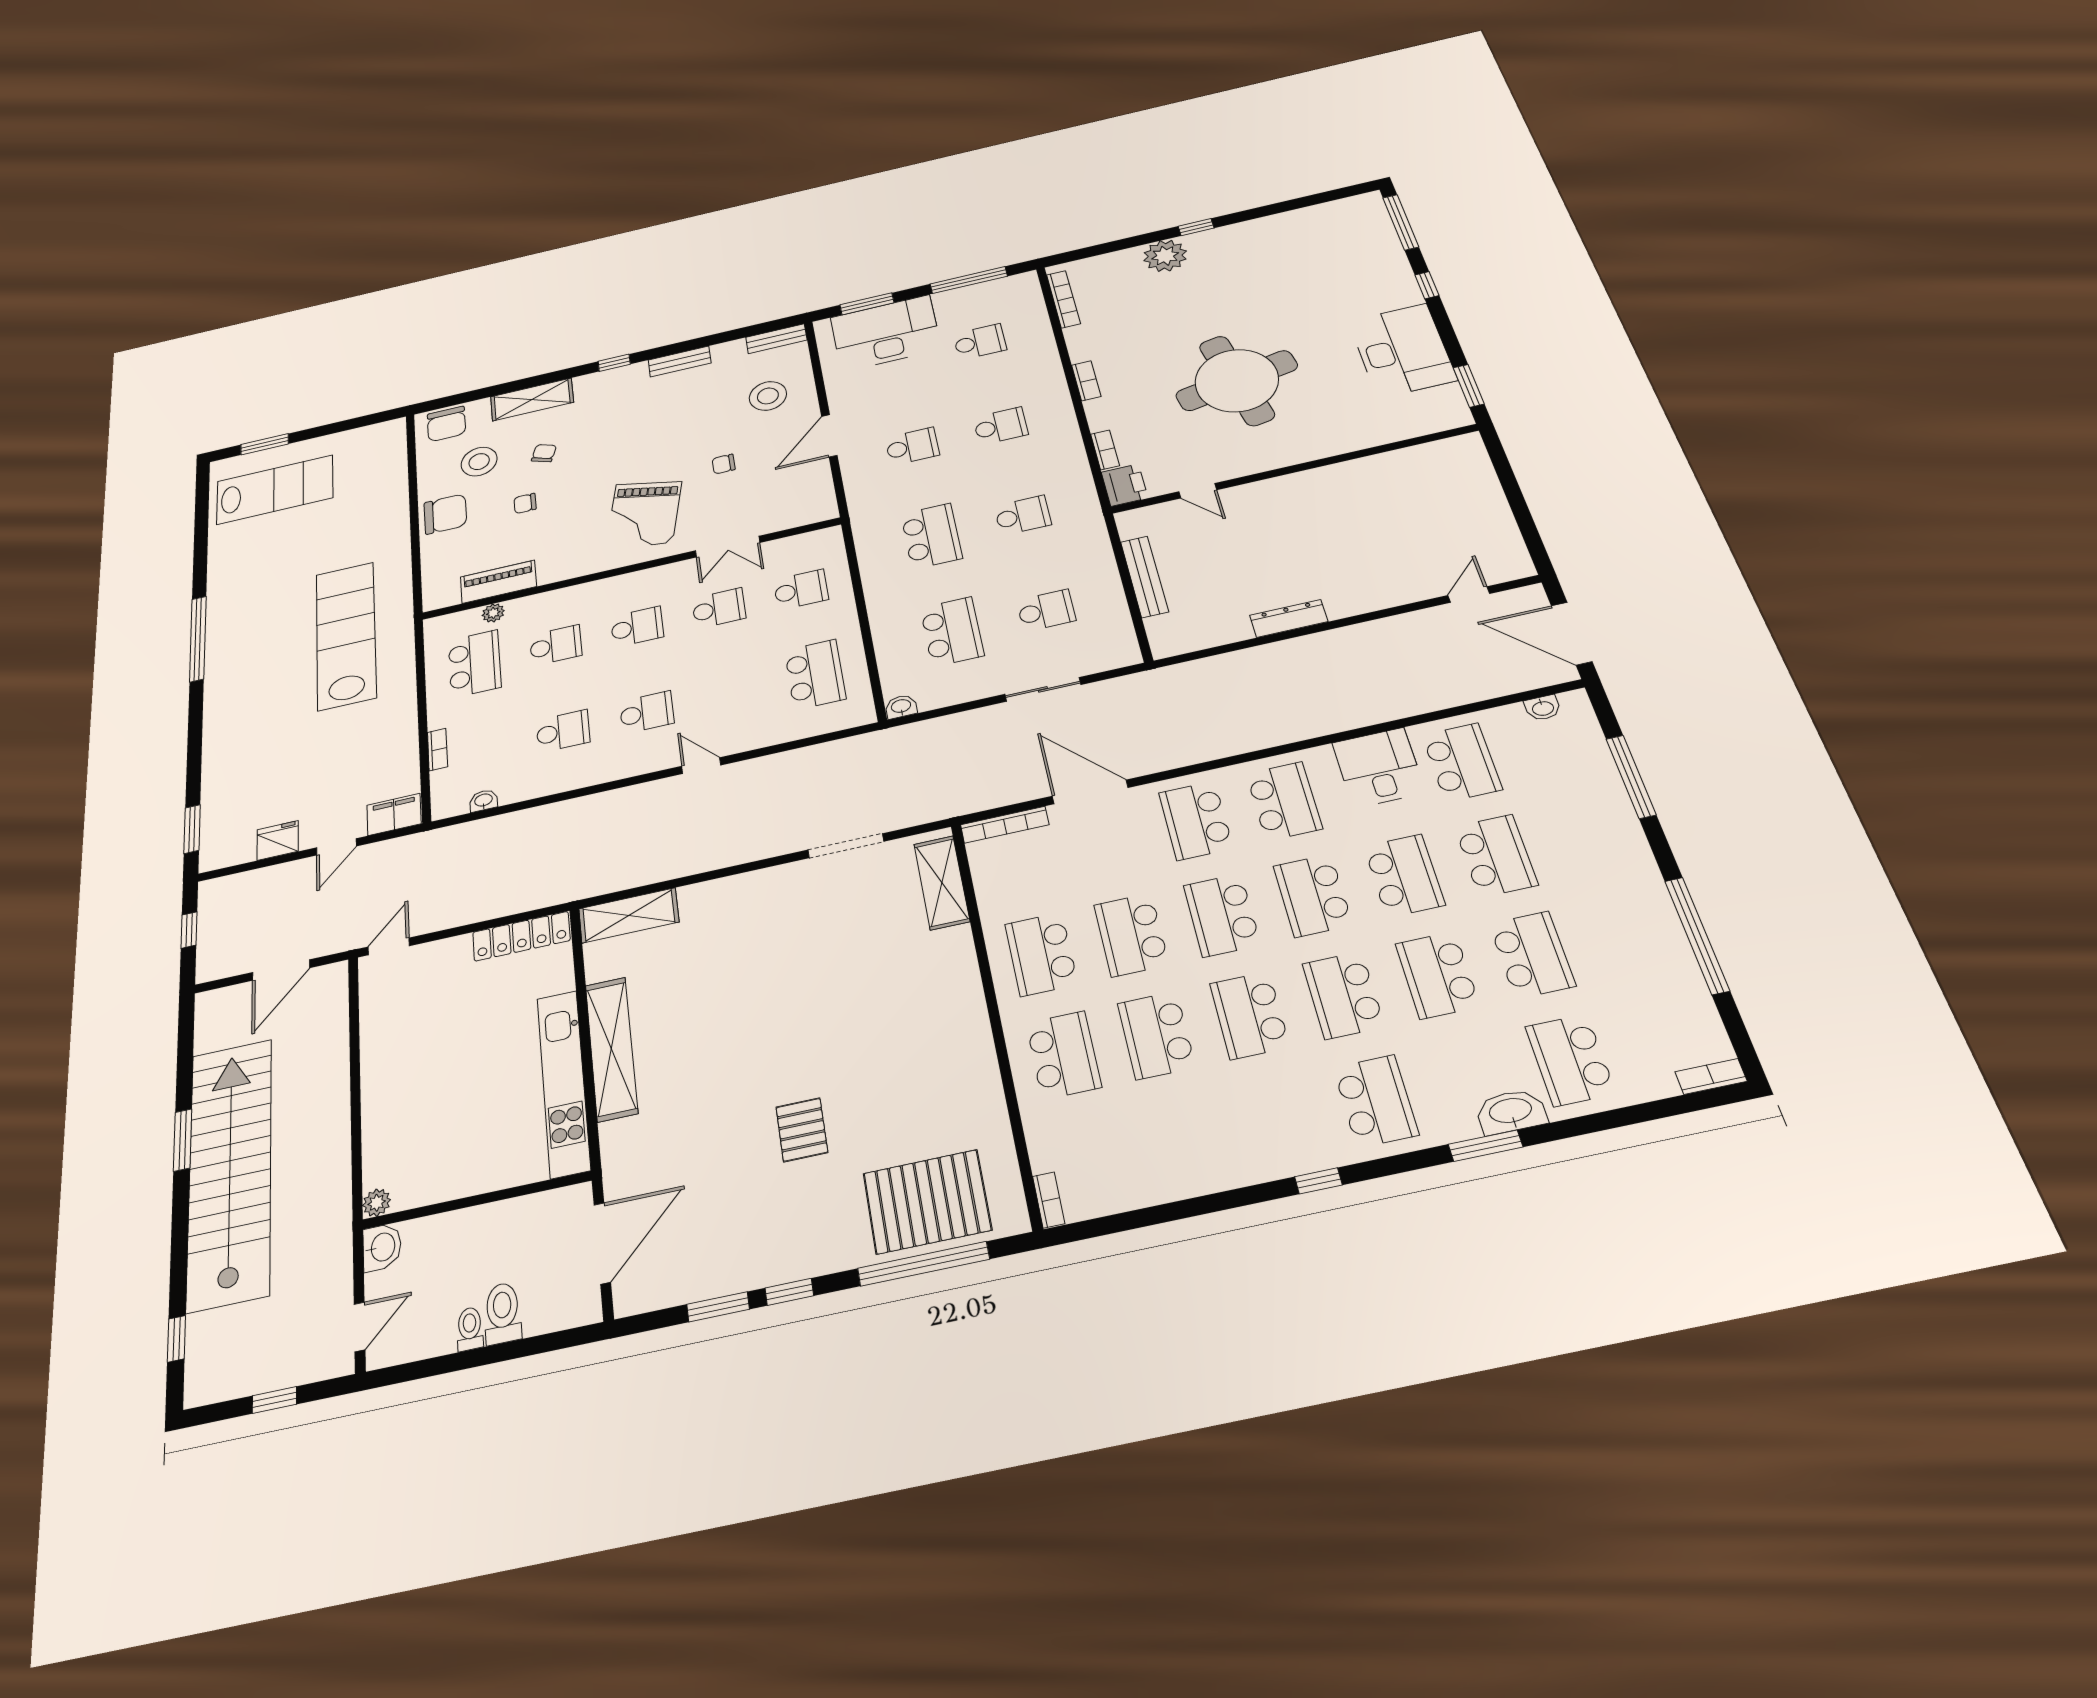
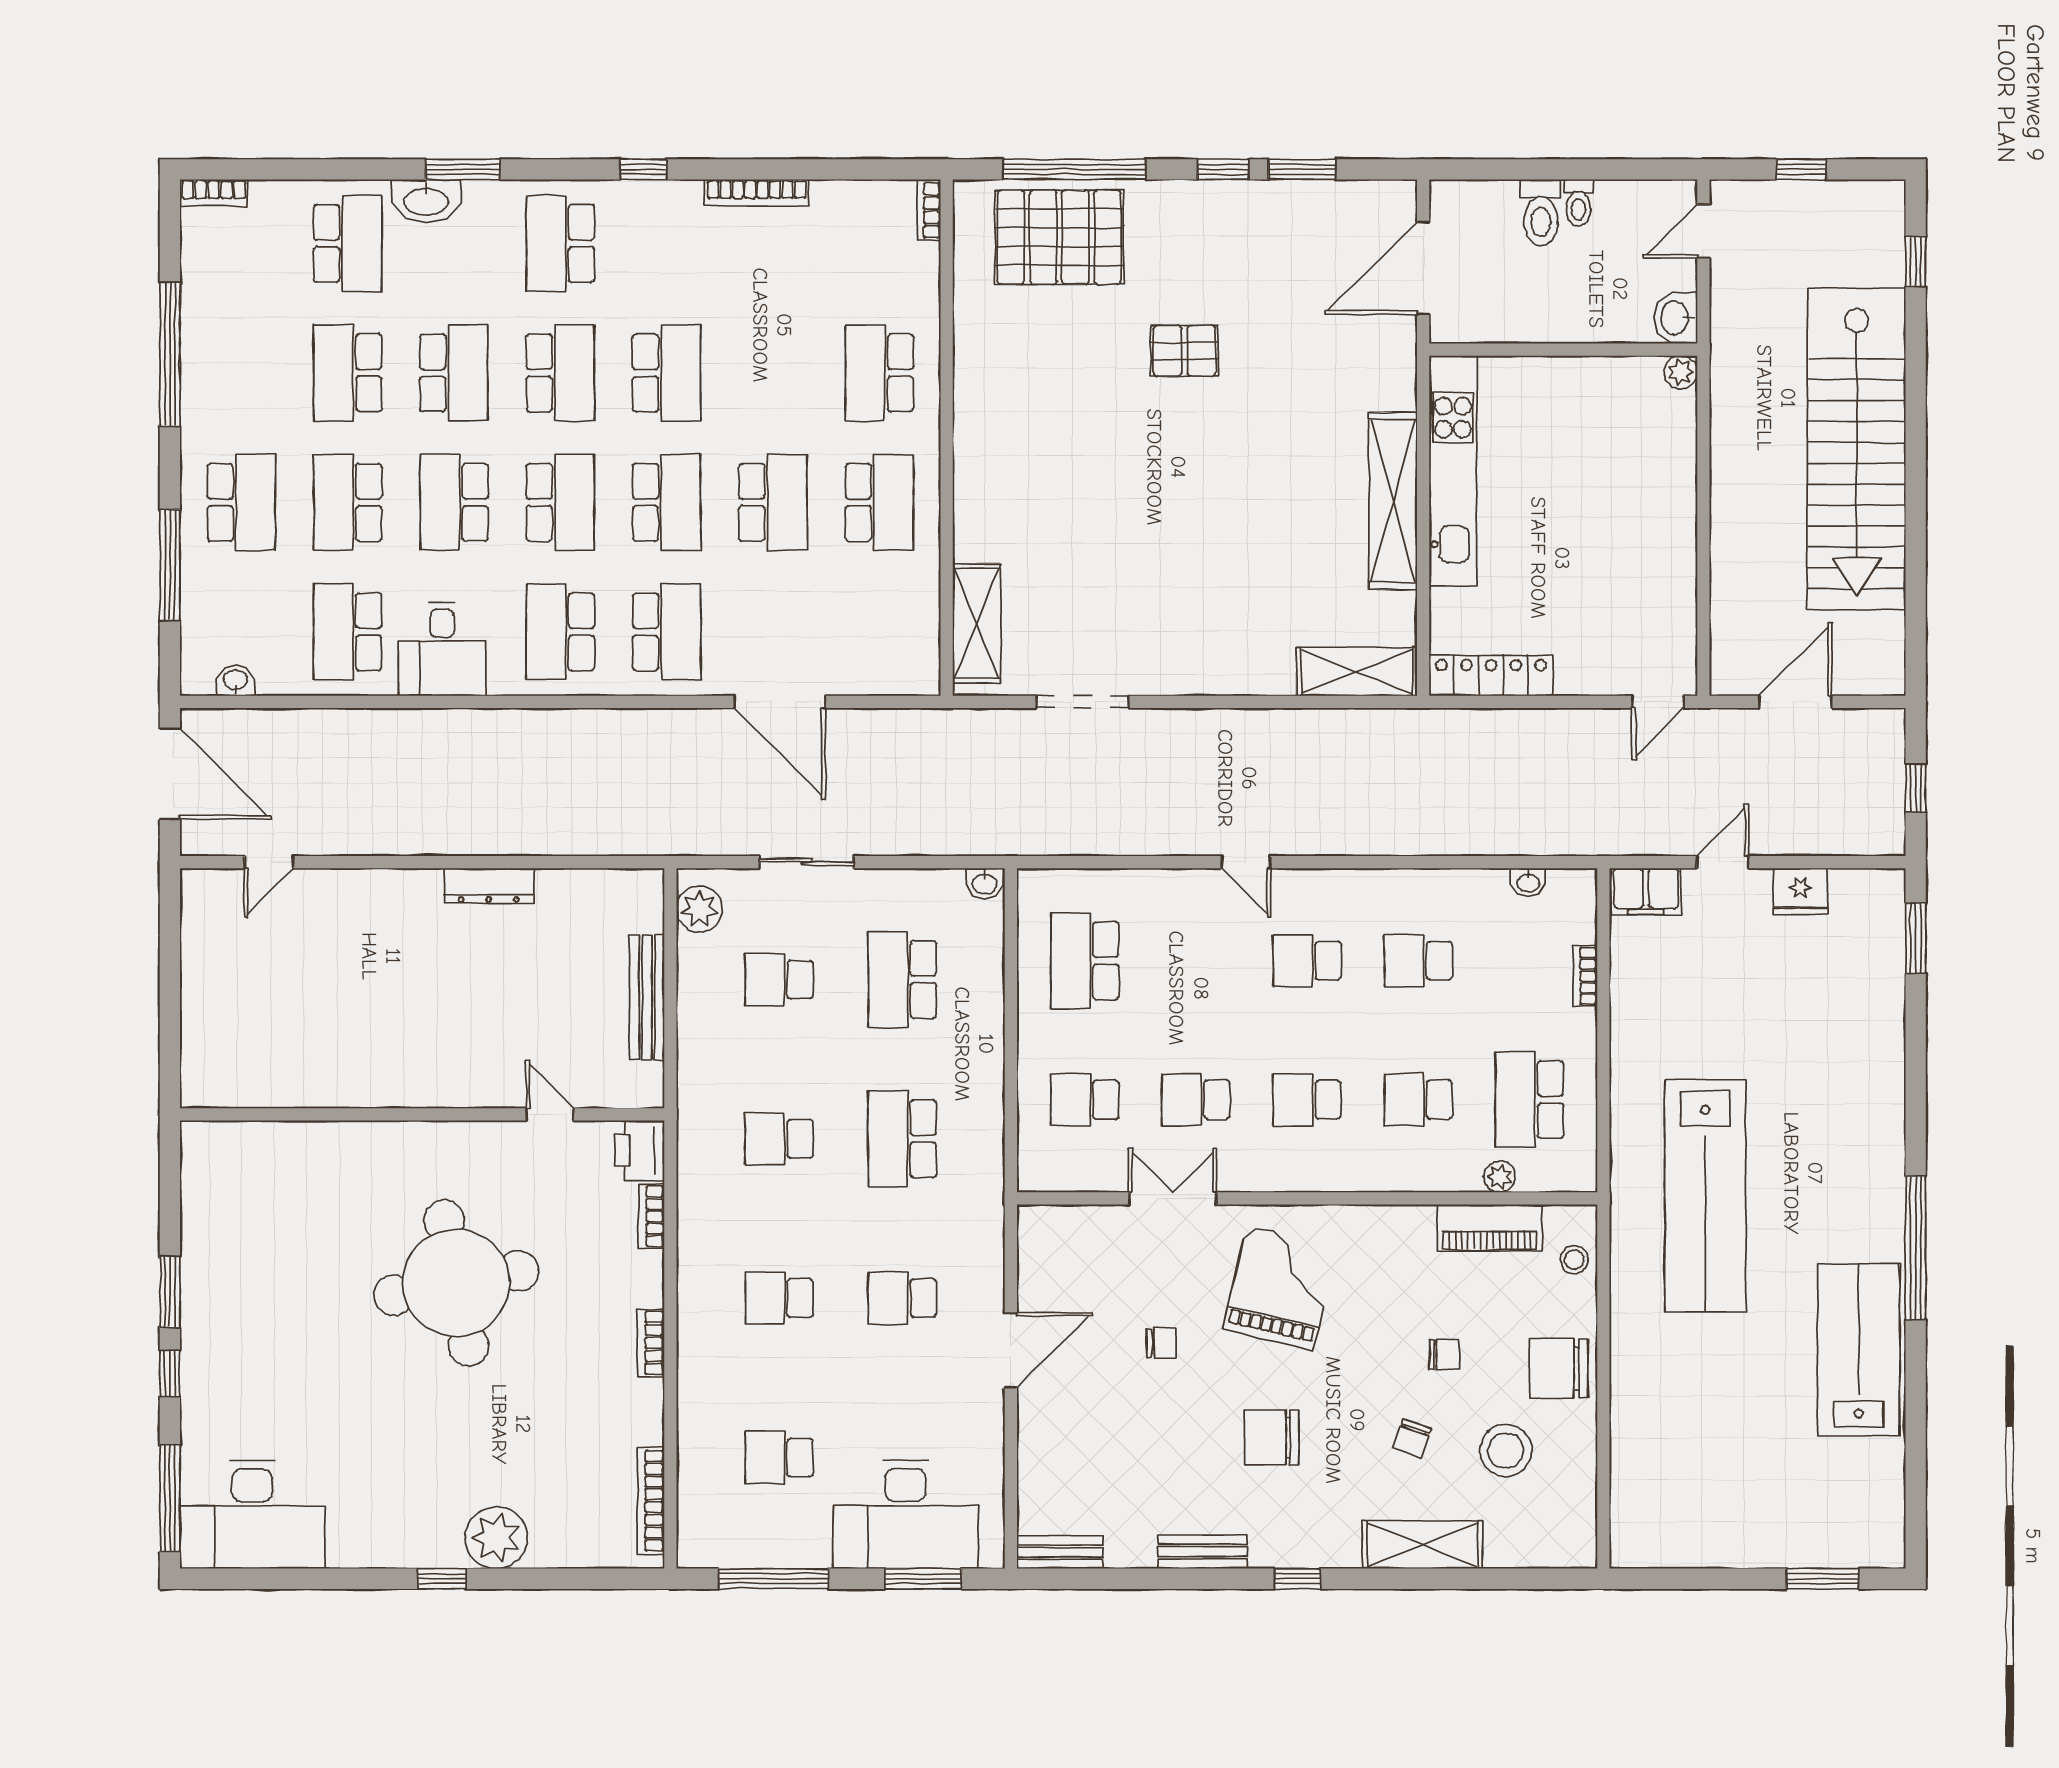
desk: (1402, 351) -> (252, 1515), moved, turned -90
window: (1469, 386) -> (170, 1292), moved
stool: (768, 396) -> (1574, 1260), moved, width x0.53, depth x0.53
chair: (446, 424) -> (1272, 1437), moved, turned -90
lab bench: (275, 490) -> (1859, 1350), moved, turned 90
plant: (1119, 641) -> (699, 909), added
bookcase: (1005, 825) -> (757, 193), moved, turned 180
school desk: (1156, 1035) -> (241, 502), moved
pallet: (802, 1130) -> (1185, 351), turned 90
window: (183, 1140) -> (1916, 503), removed

